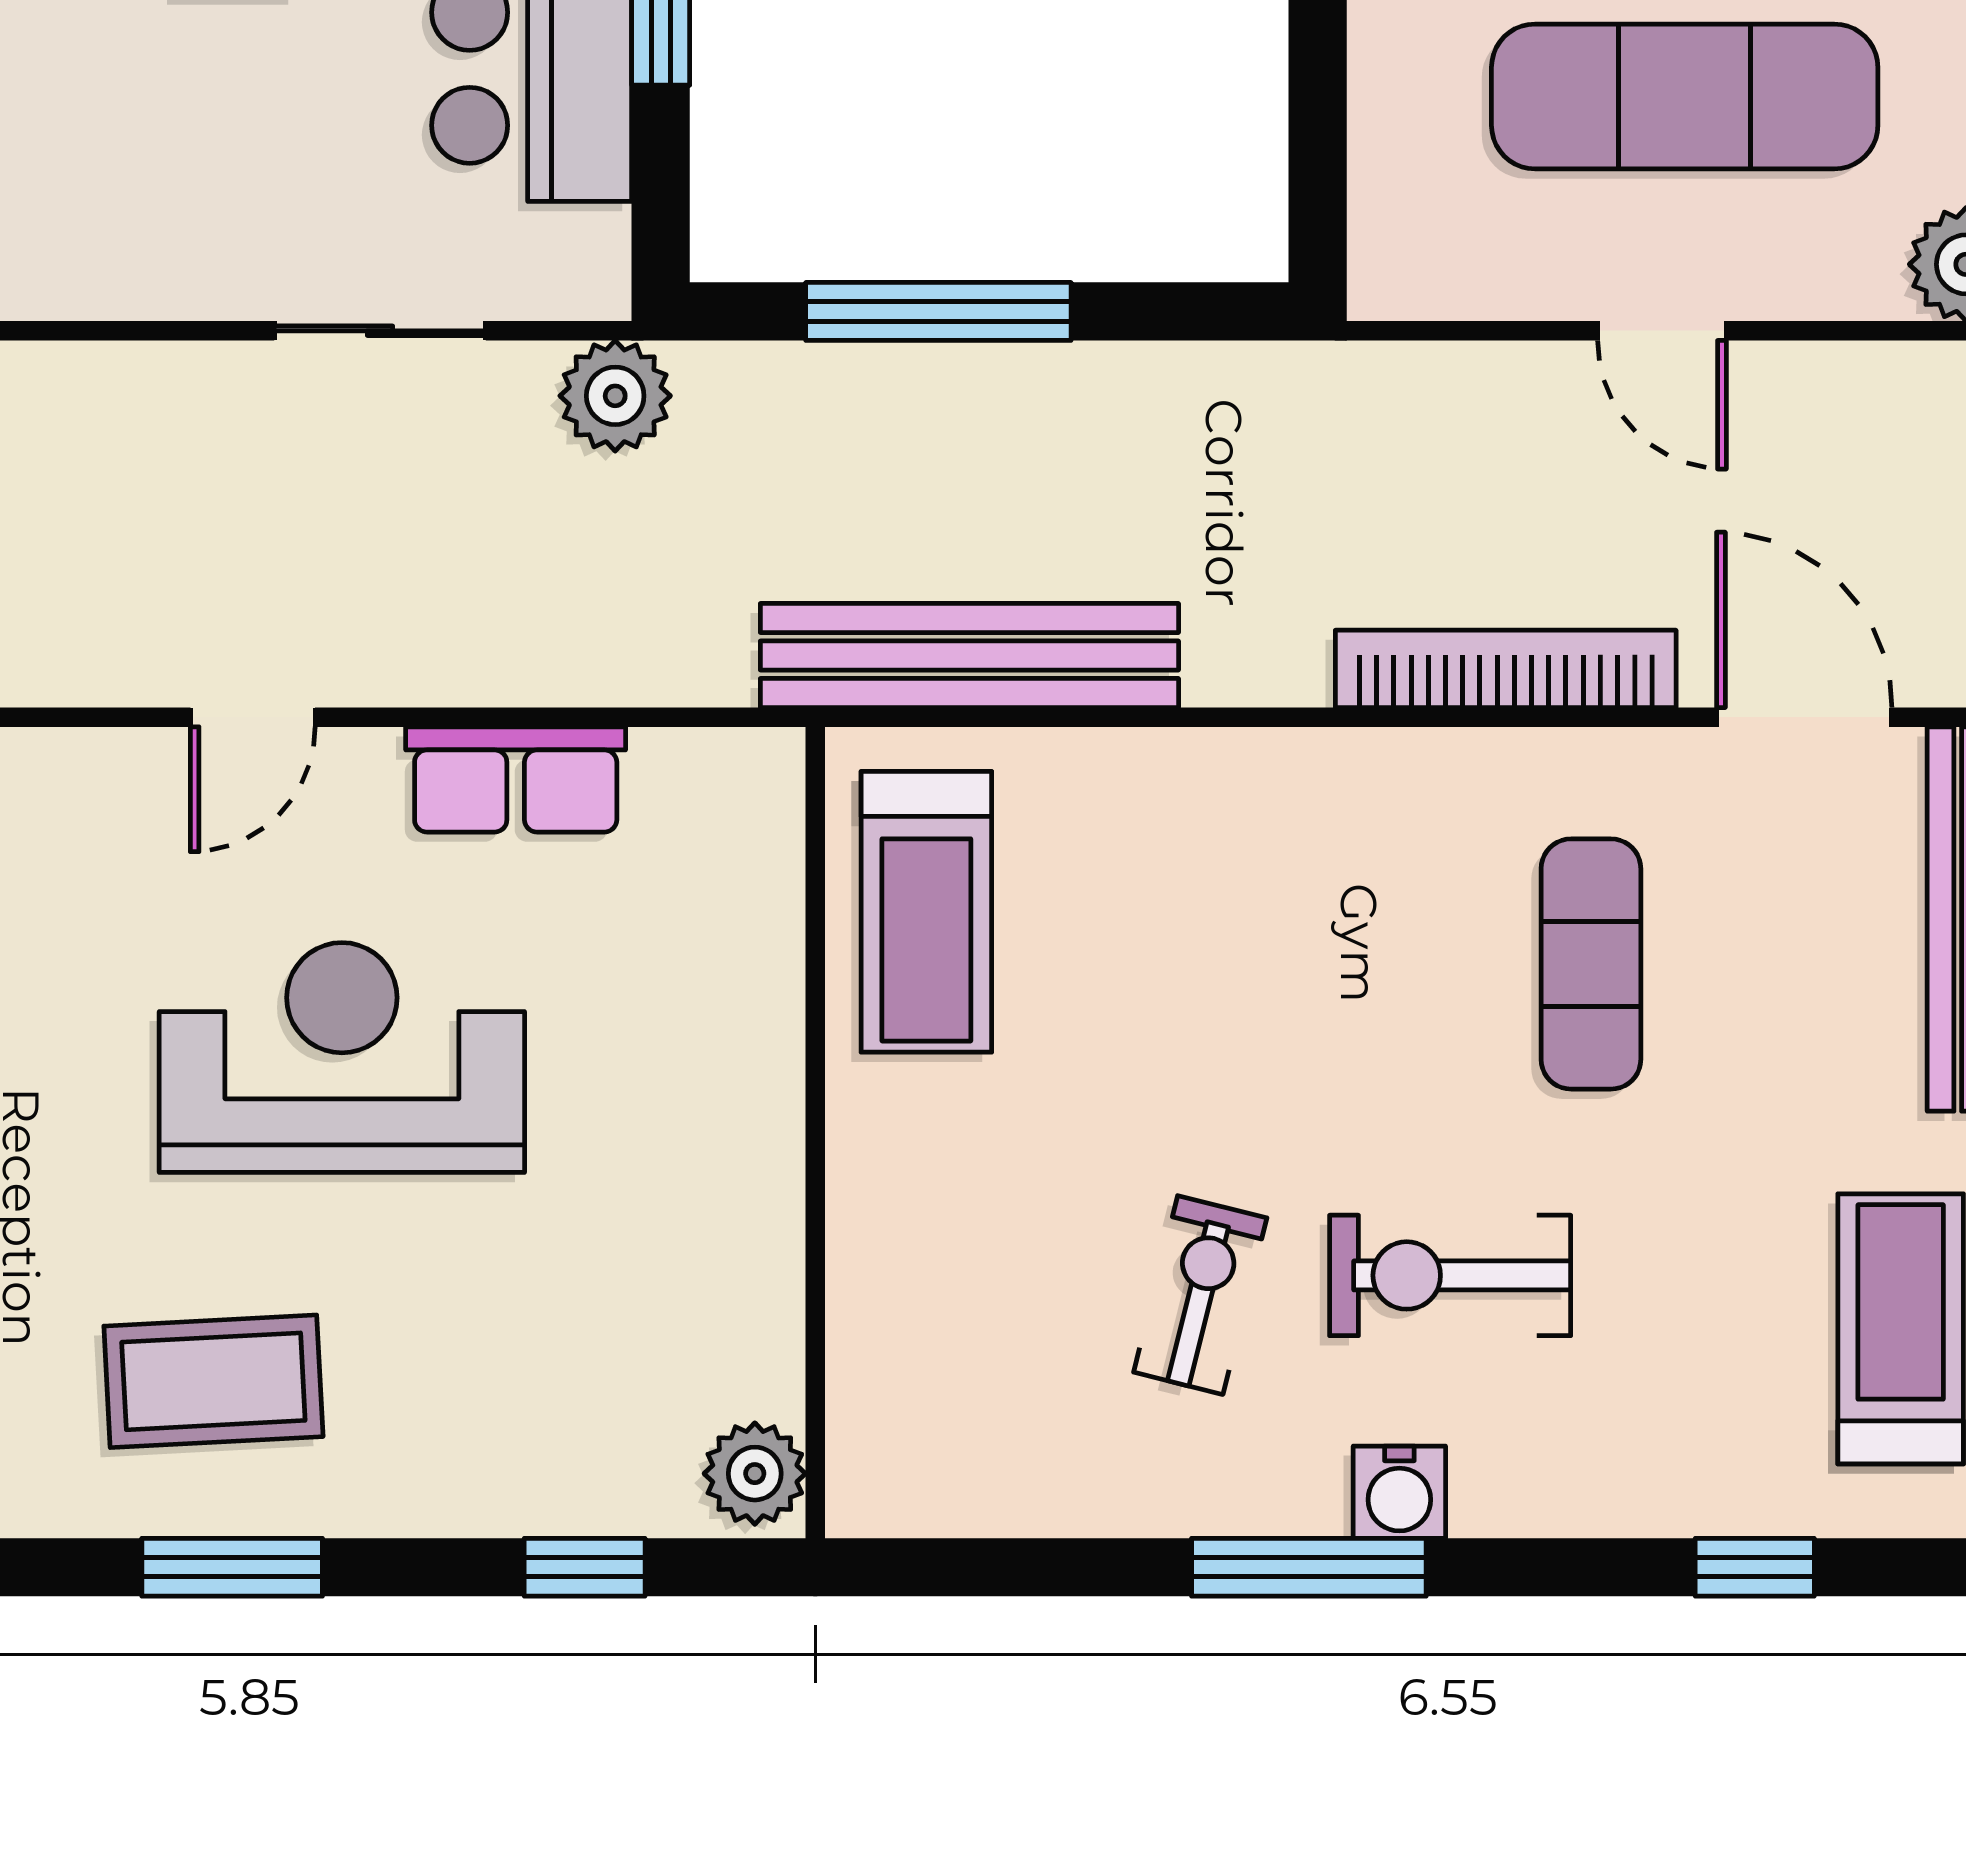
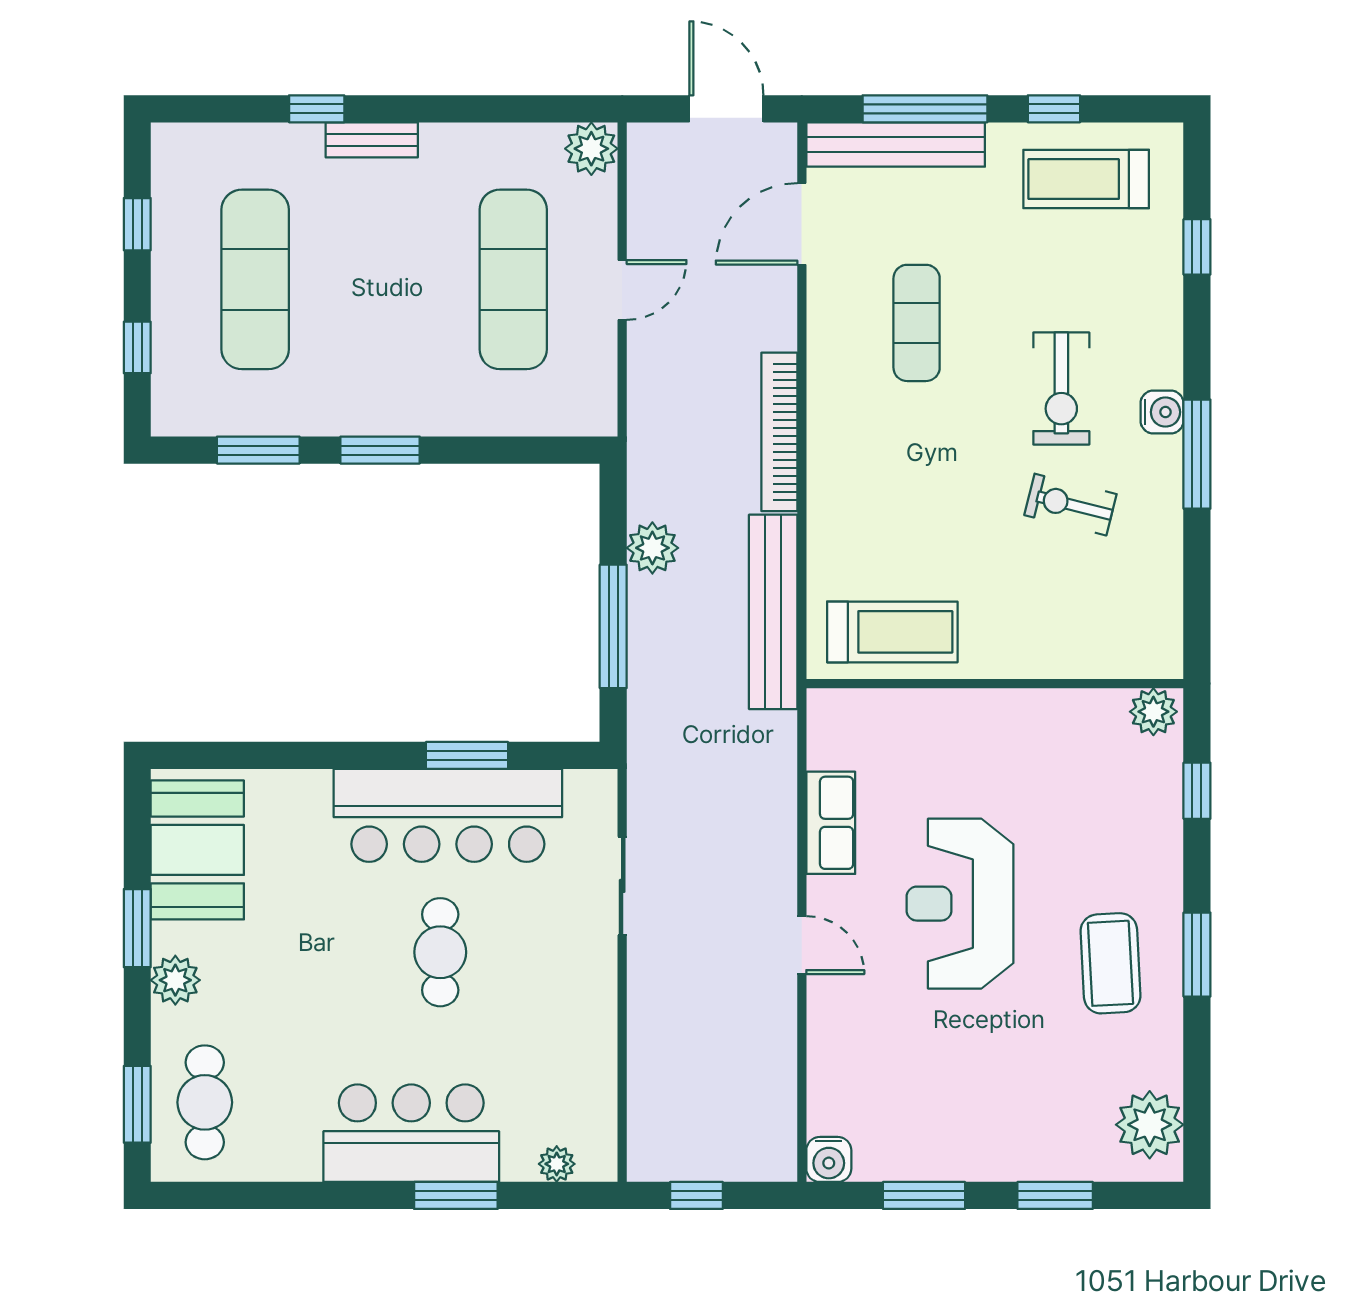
plant: (615, 396) -> (652, 548), moved
bookcase: (1506, 669) -> (779, 432), moved
exercise mat: (1591, 964) -> (917, 323), turned 90

